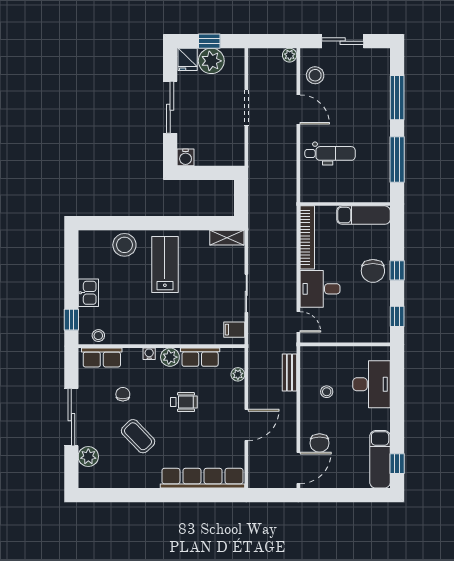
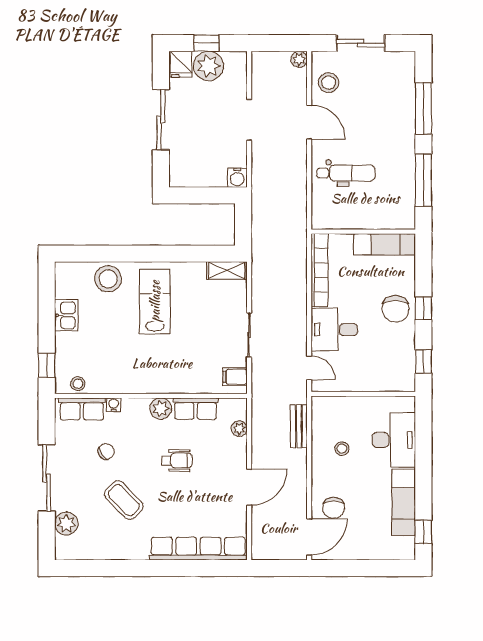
water cooler: (186, 157) -> (237, 178), moved
kitchen sink: (88, 293) -> (66, 315), moved
water cooler: (149, 354) -> (114, 405), moved
chair: (123, 394) -> (106, 451), turned 55
exam couch: (380, 459) -> (404, 502), moved

